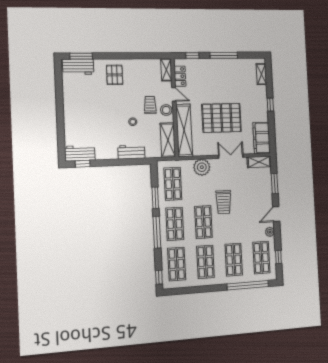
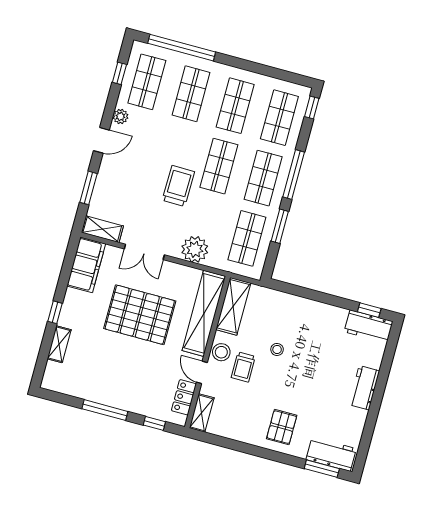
shelving: (261, 74) -> (59, 344), moved
workbench: (131, 152) -> (364, 388), moved, turned 90

